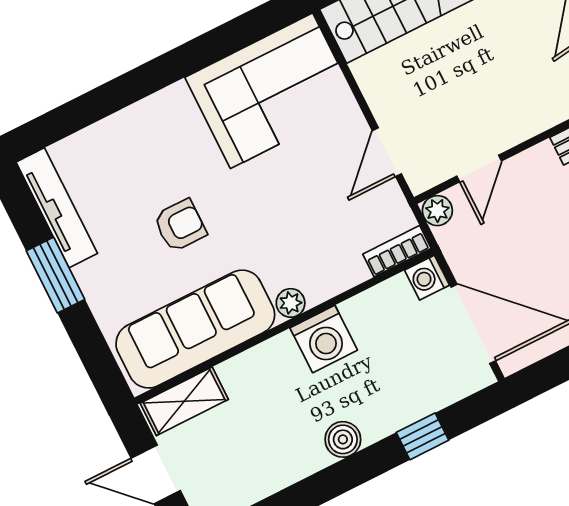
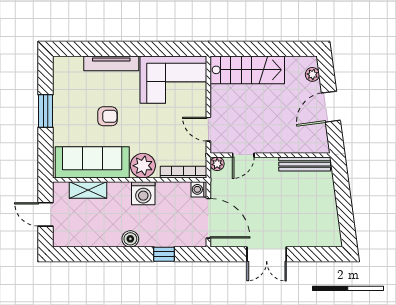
door: (387, 152) -> (208, 129), hinge flipped
tv unit: (57, 208) -> (111, 63), moved, turned 90
bookcase: (397, 251) -> (184, 172), width x1.56
plant: (291, 303) -> (143, 166), width x1.87, depth x1.87
shelving: (184, 401) -> (88, 190), moved

